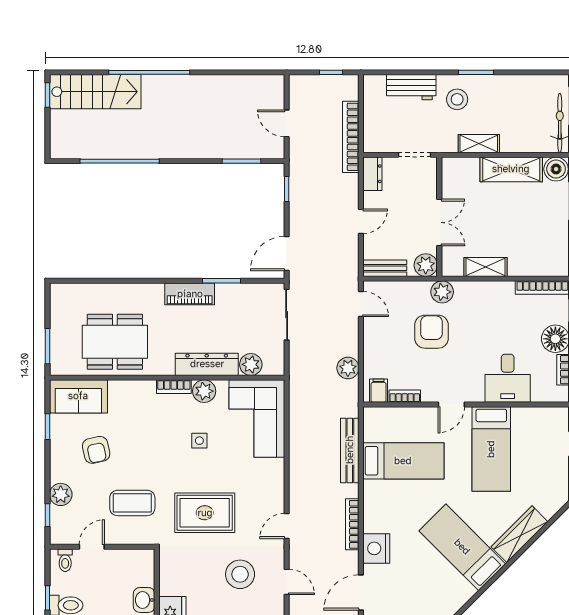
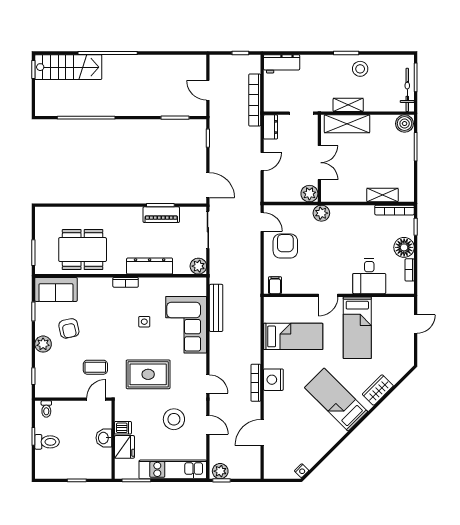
workbench: (411, 87) -> (282, 64), moved
stool: (457, 99) -> (360, 69), moved
shelving: (511, 169) -> (347, 124), moved
door: (287, 253) -> (208, 185), swing flipped
shelving: (485, 267) -> (382, 195), moved
bench: (385, 268) -> (280, 196), removed
piano: (190, 294) -> (161, 215), moved
armchair: (432, 332) -> (285, 246), moved
plant: (251, 364) -> (198, 266), moved
plant: (348, 368) -> (253, 269), removed
plant: (204, 391) -> (148, 286), removed
bookcase: (405, 396) -> (294, 289), removed
corner sofa: (257, 419) -> (186, 325), moved
bench: (350, 450) -> (216, 308), moved
plant: (61, 494) -> (43, 344), moved
coffee table: (132, 503) -> (95, 367), width x0.73, depth x0.77
door: (287, 526) -> (208, 384), swing flipped
wardrobe: (519, 534) -> (378, 390), width x0.67
door: (92, 547) -> (96, 399), moved
nightstand: (376, 548) -> (273, 380), moved
dishwasher: (170, 586) -> (123, 428), added

